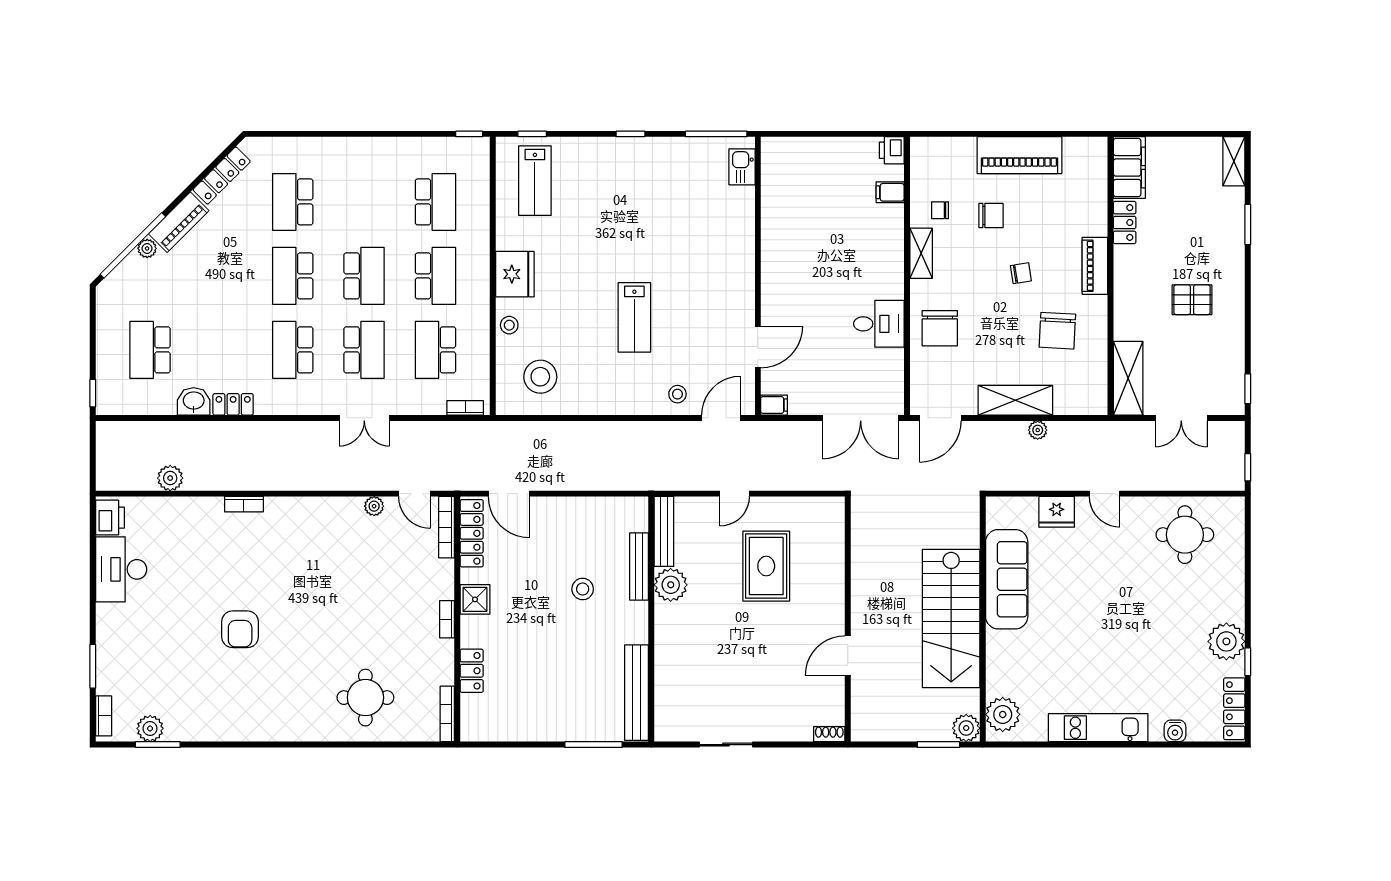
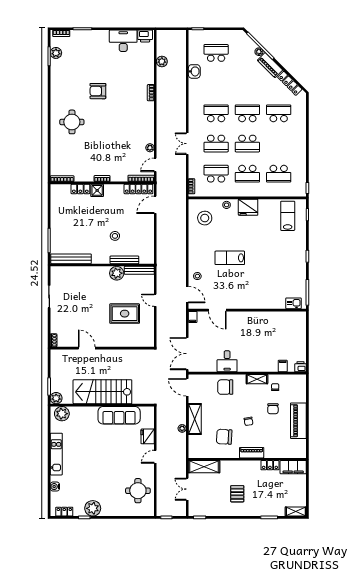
lab bench: (535, 181) -> (288, 216), turned 90
locker: (233, 404) -> (193, 88), removed
shower: (475, 599) -> (97, 190), moved
round table: (365, 698) -> (72, 122), moved
locker: (1234, 709) -> (64, 512), width x0.66

